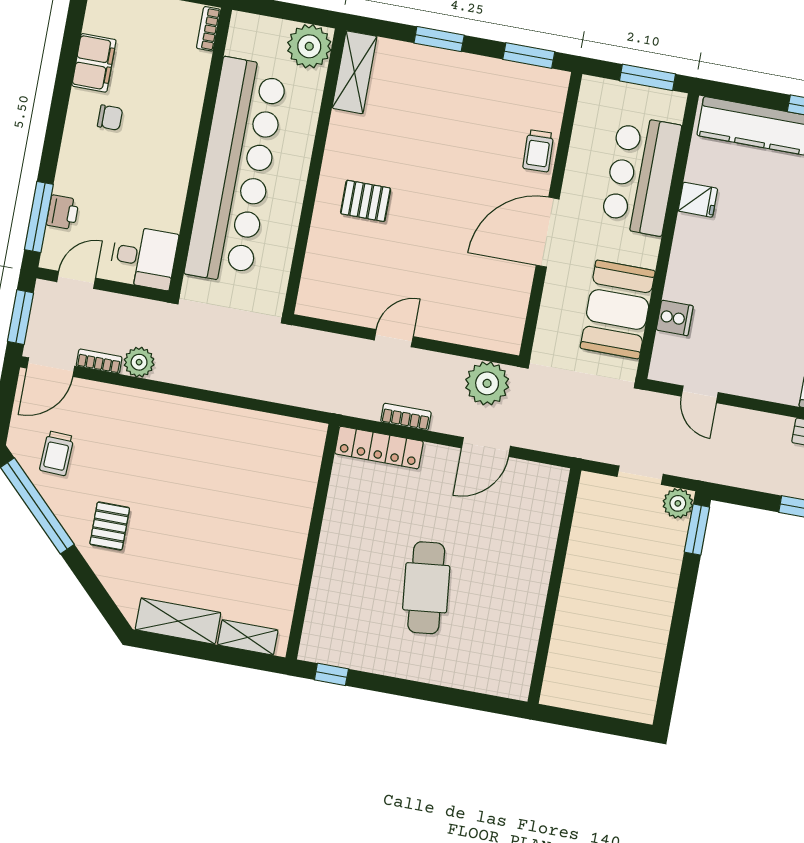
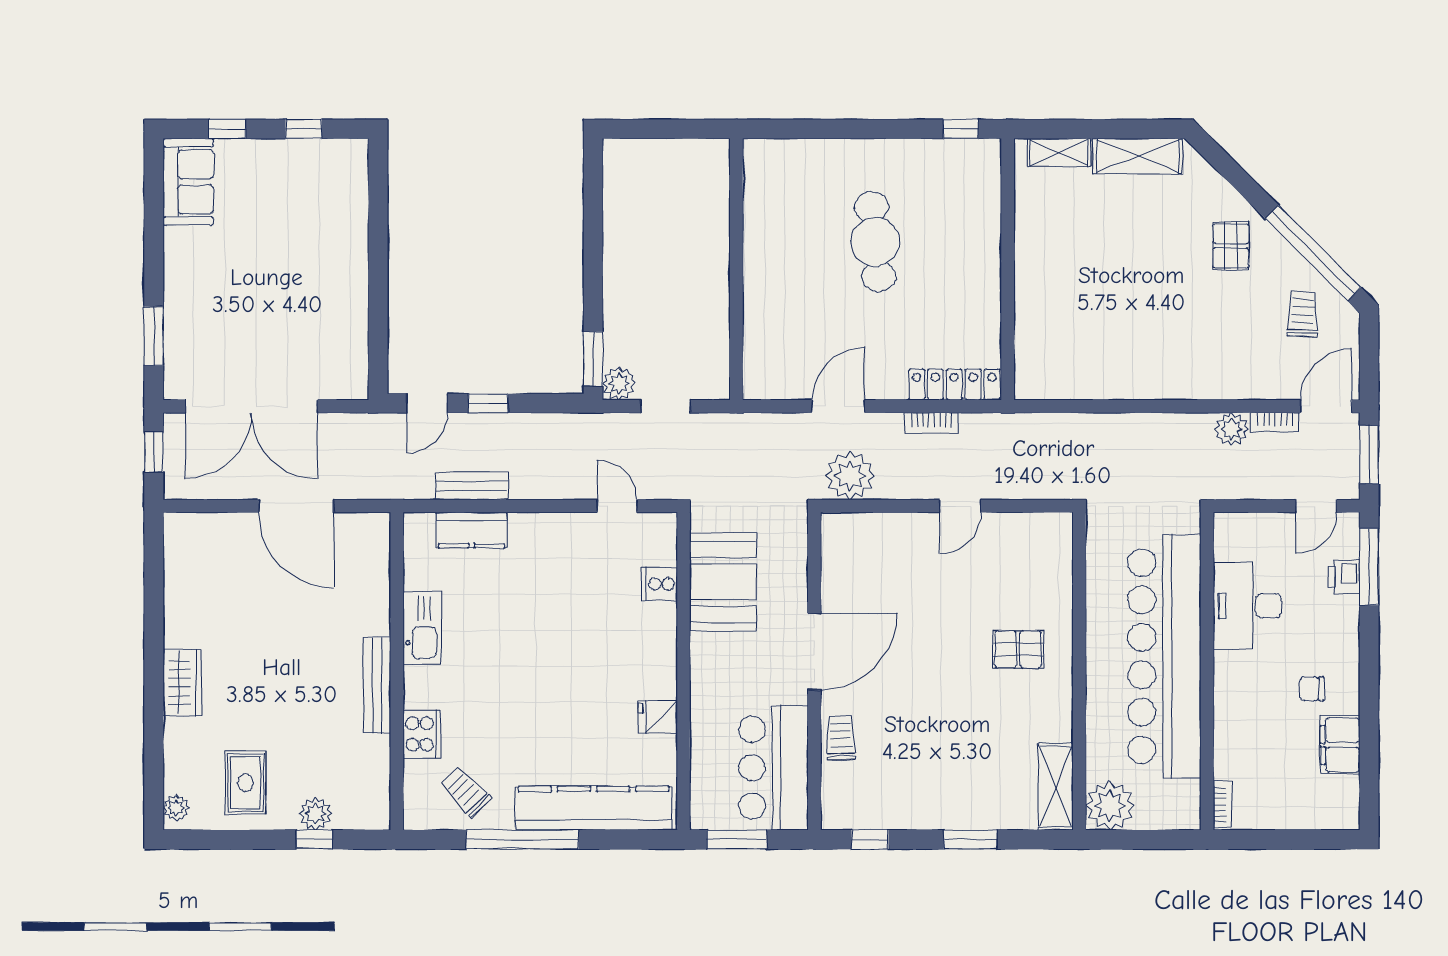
window: (529, 56) -> (870, 839), width x0.67
bar counter: (641, 175) -> (773, 768), moved, turned 180
desk: (144, 257) -> (1247, 606), moved, width x1.37

